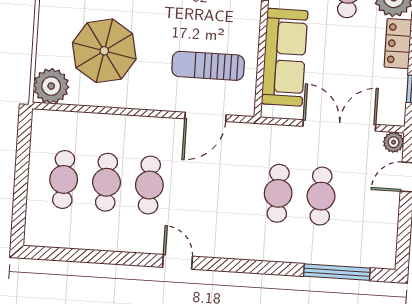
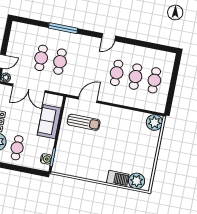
parasol: (104, 51) -> (129, 135), removed
sofa: (285, 57) -> (49, 122), width x0.73
door: (177, 262) -> (109, 37), hinge flipped
window: (337, 272) -> (63, 28), moved

